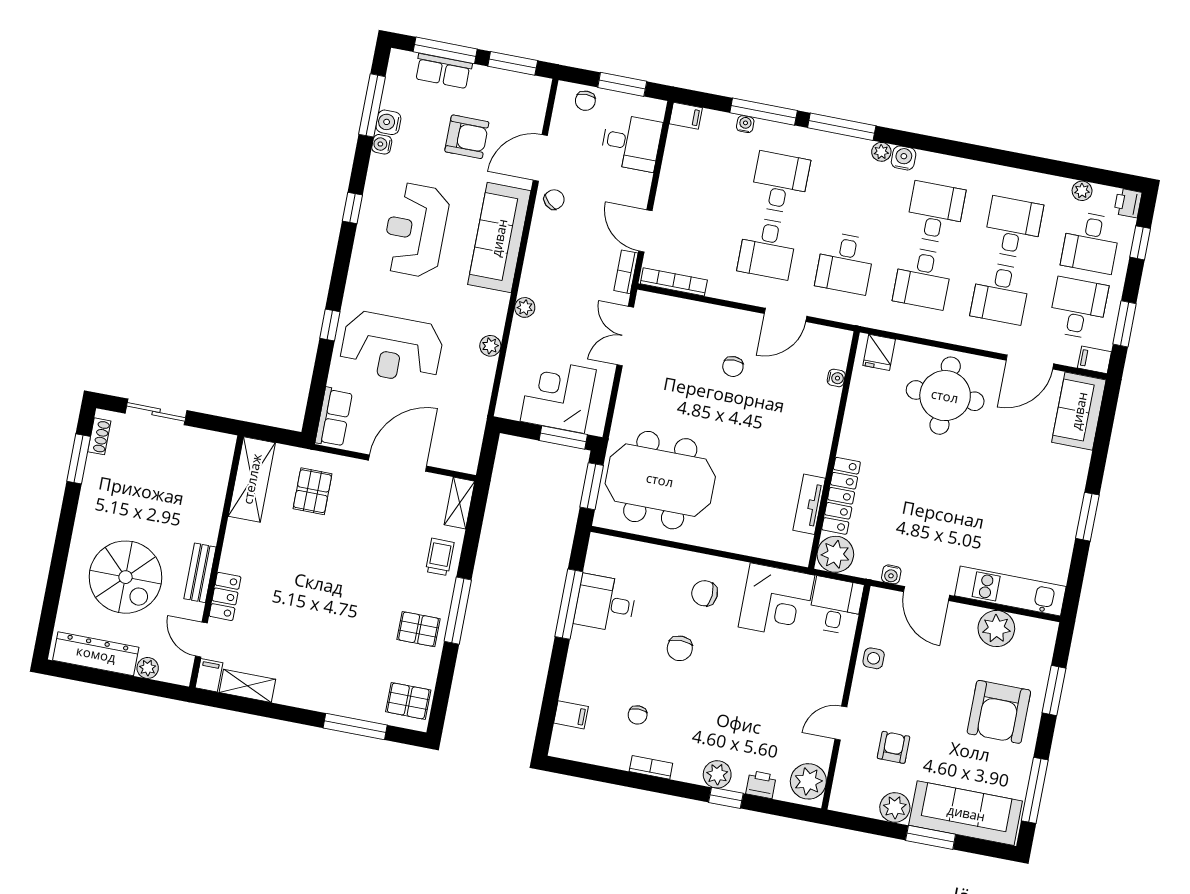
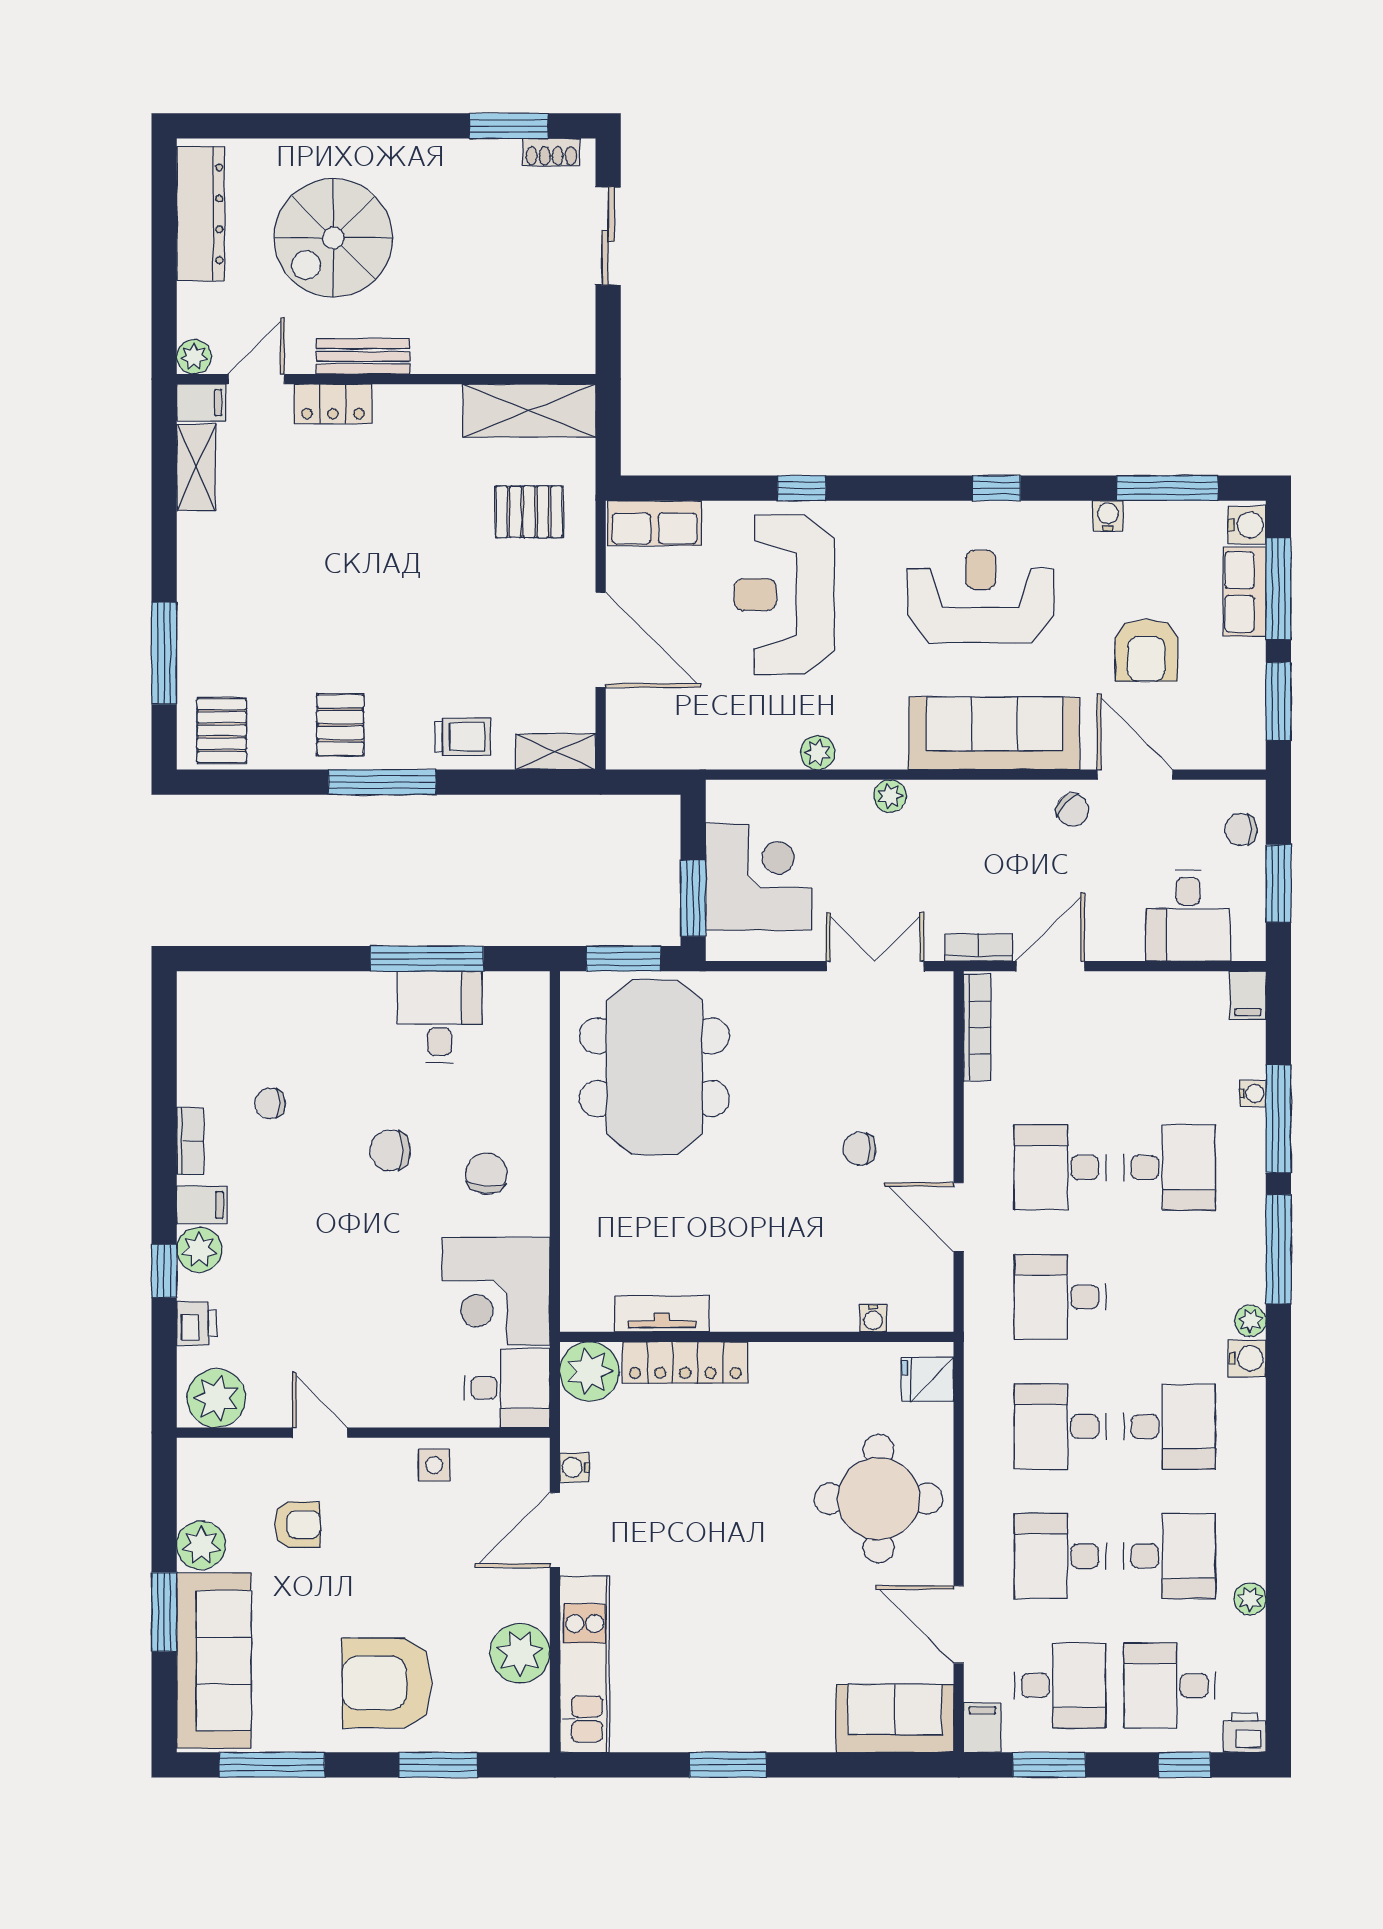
water cooler: (388, 122) -> (1247, 525), moved, turned 90
plant: (1082, 191) -> (1250, 1599), moved
plant: (148, 668) -> (194, 357), moved
filing cabinet: (571, 715) -> (202, 1205), moved, turned -90

